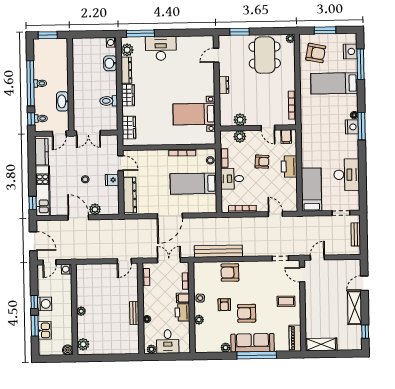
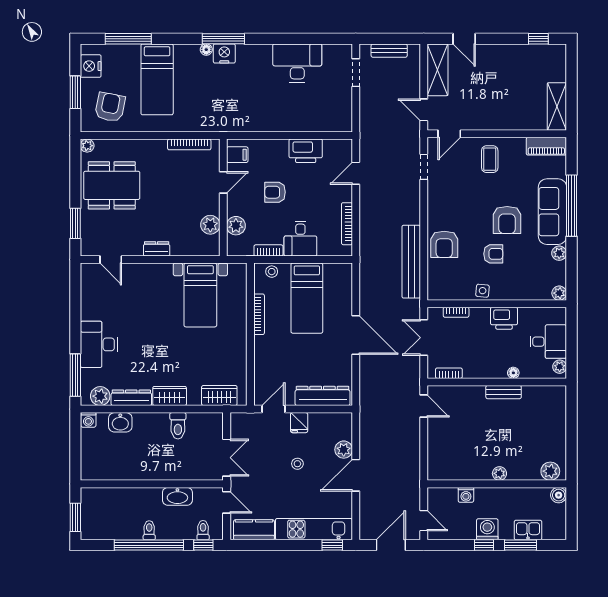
nightstand: (350, 51) -> (91, 66), moved, turned -90
armchair: (262, 162) -> (275, 192), turned -93
printer: (289, 166) -> (306, 151), moved
bed: (311, 190) -> (319, 117), removed
washing machine: (66, 269) -> (466, 495), moved
filing cabinet: (183, 298) -> (482, 317), removed
shelving: (355, 308) -> (438, 70), moved, turned 90
plant: (199, 320) -> (559, 293), moved

